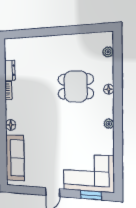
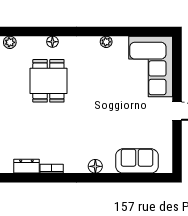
plant: (109, 124) -> (106, 42), moved
sofa: (15, 158) -> (137, 161), width x0.73
window: (91, 195) -> (177, 64), removed

